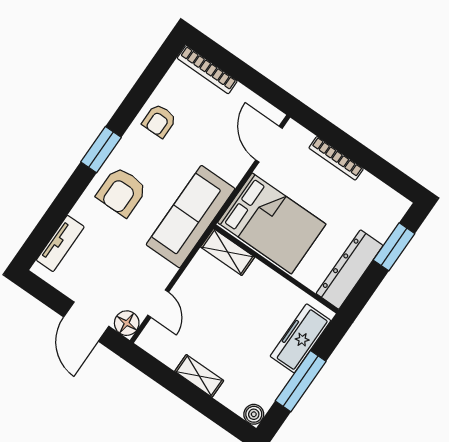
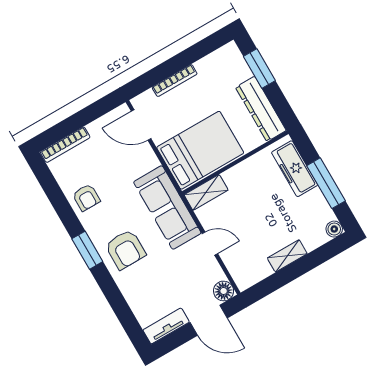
tv unit: (60, 243) -> (166, 326), moved, turned -90
door: (158, 304) -> (210, 244), moved

